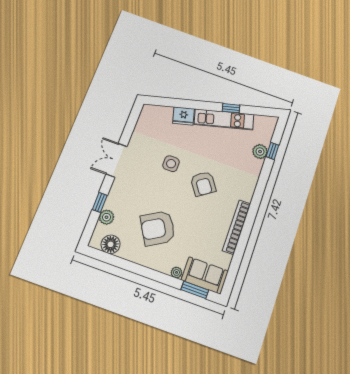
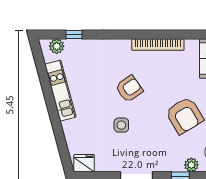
window: (231, 108) -> (47, 88), removed
fridge: (184, 116) -> (84, 163), moved, turned -75
plant: (260, 152) -> (57, 46), moved

